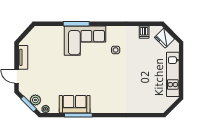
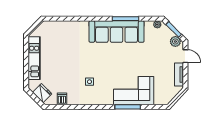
corner sofa: (85, 41) -> (134, 91), moved
plant: (35, 100) -> (175, 41), moved
sofa: (75, 104) -> (117, 32), width x1.85, depth x1.27

